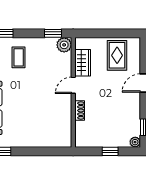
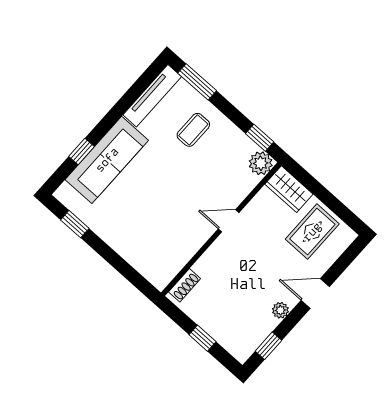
wardrobe: (83, 63) -> (289, 189), moved, turned 90
shoe rack: (80, 110) -> (185, 285), moved
plant: (135, 142) -> (280, 310), moved

